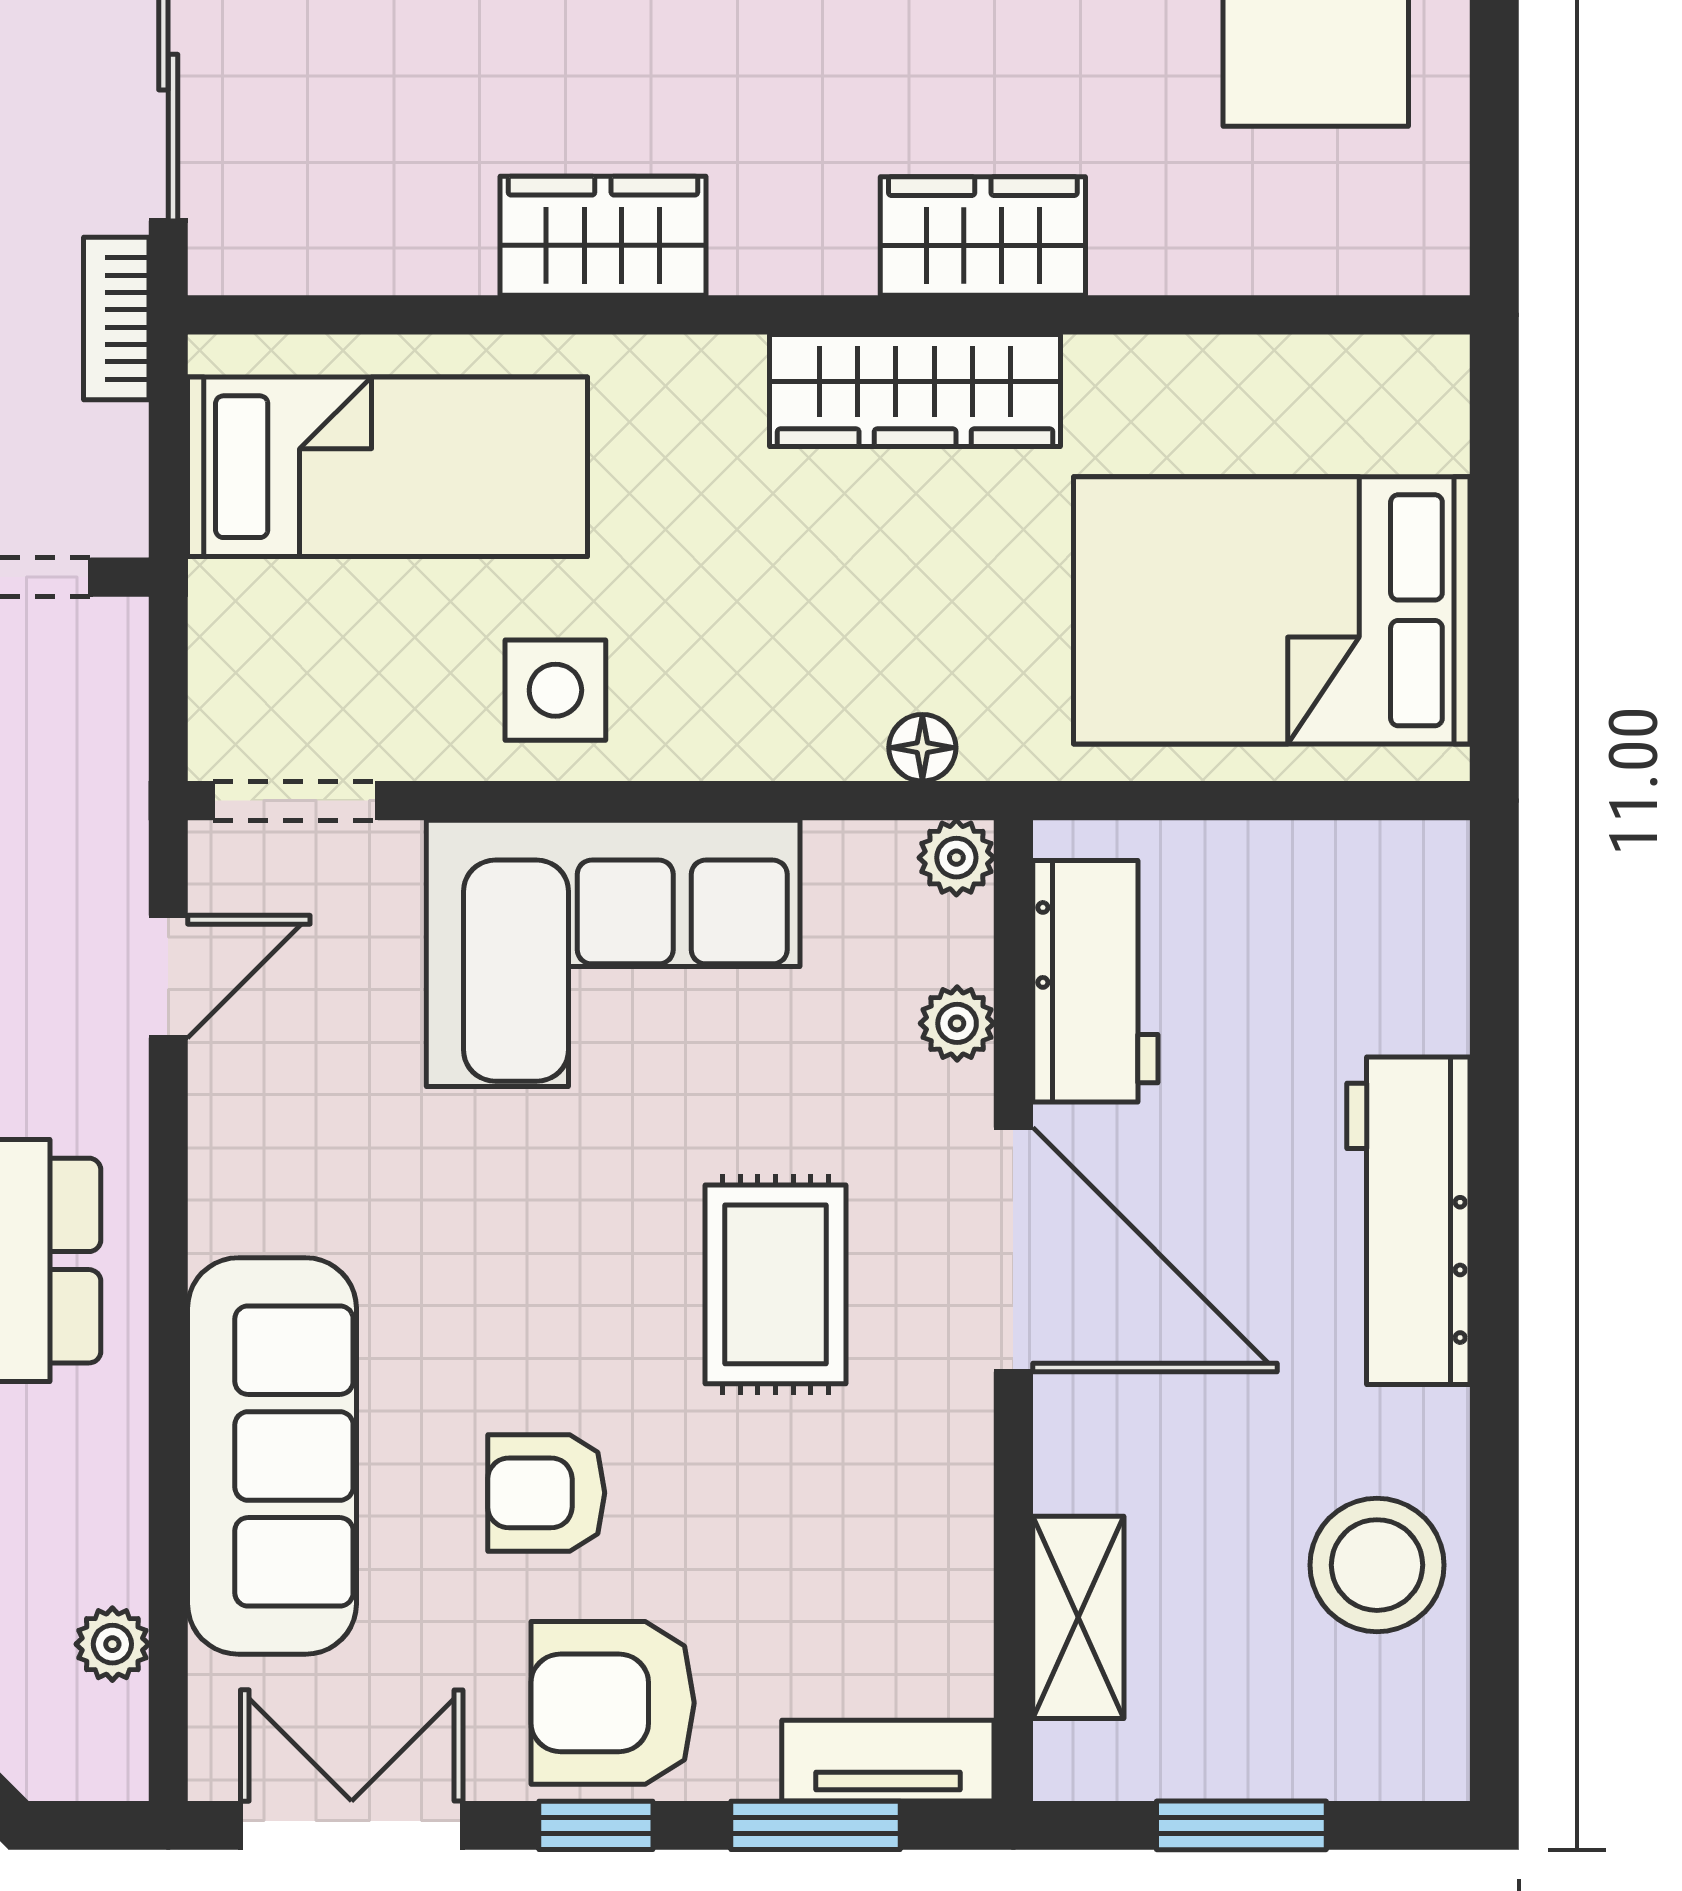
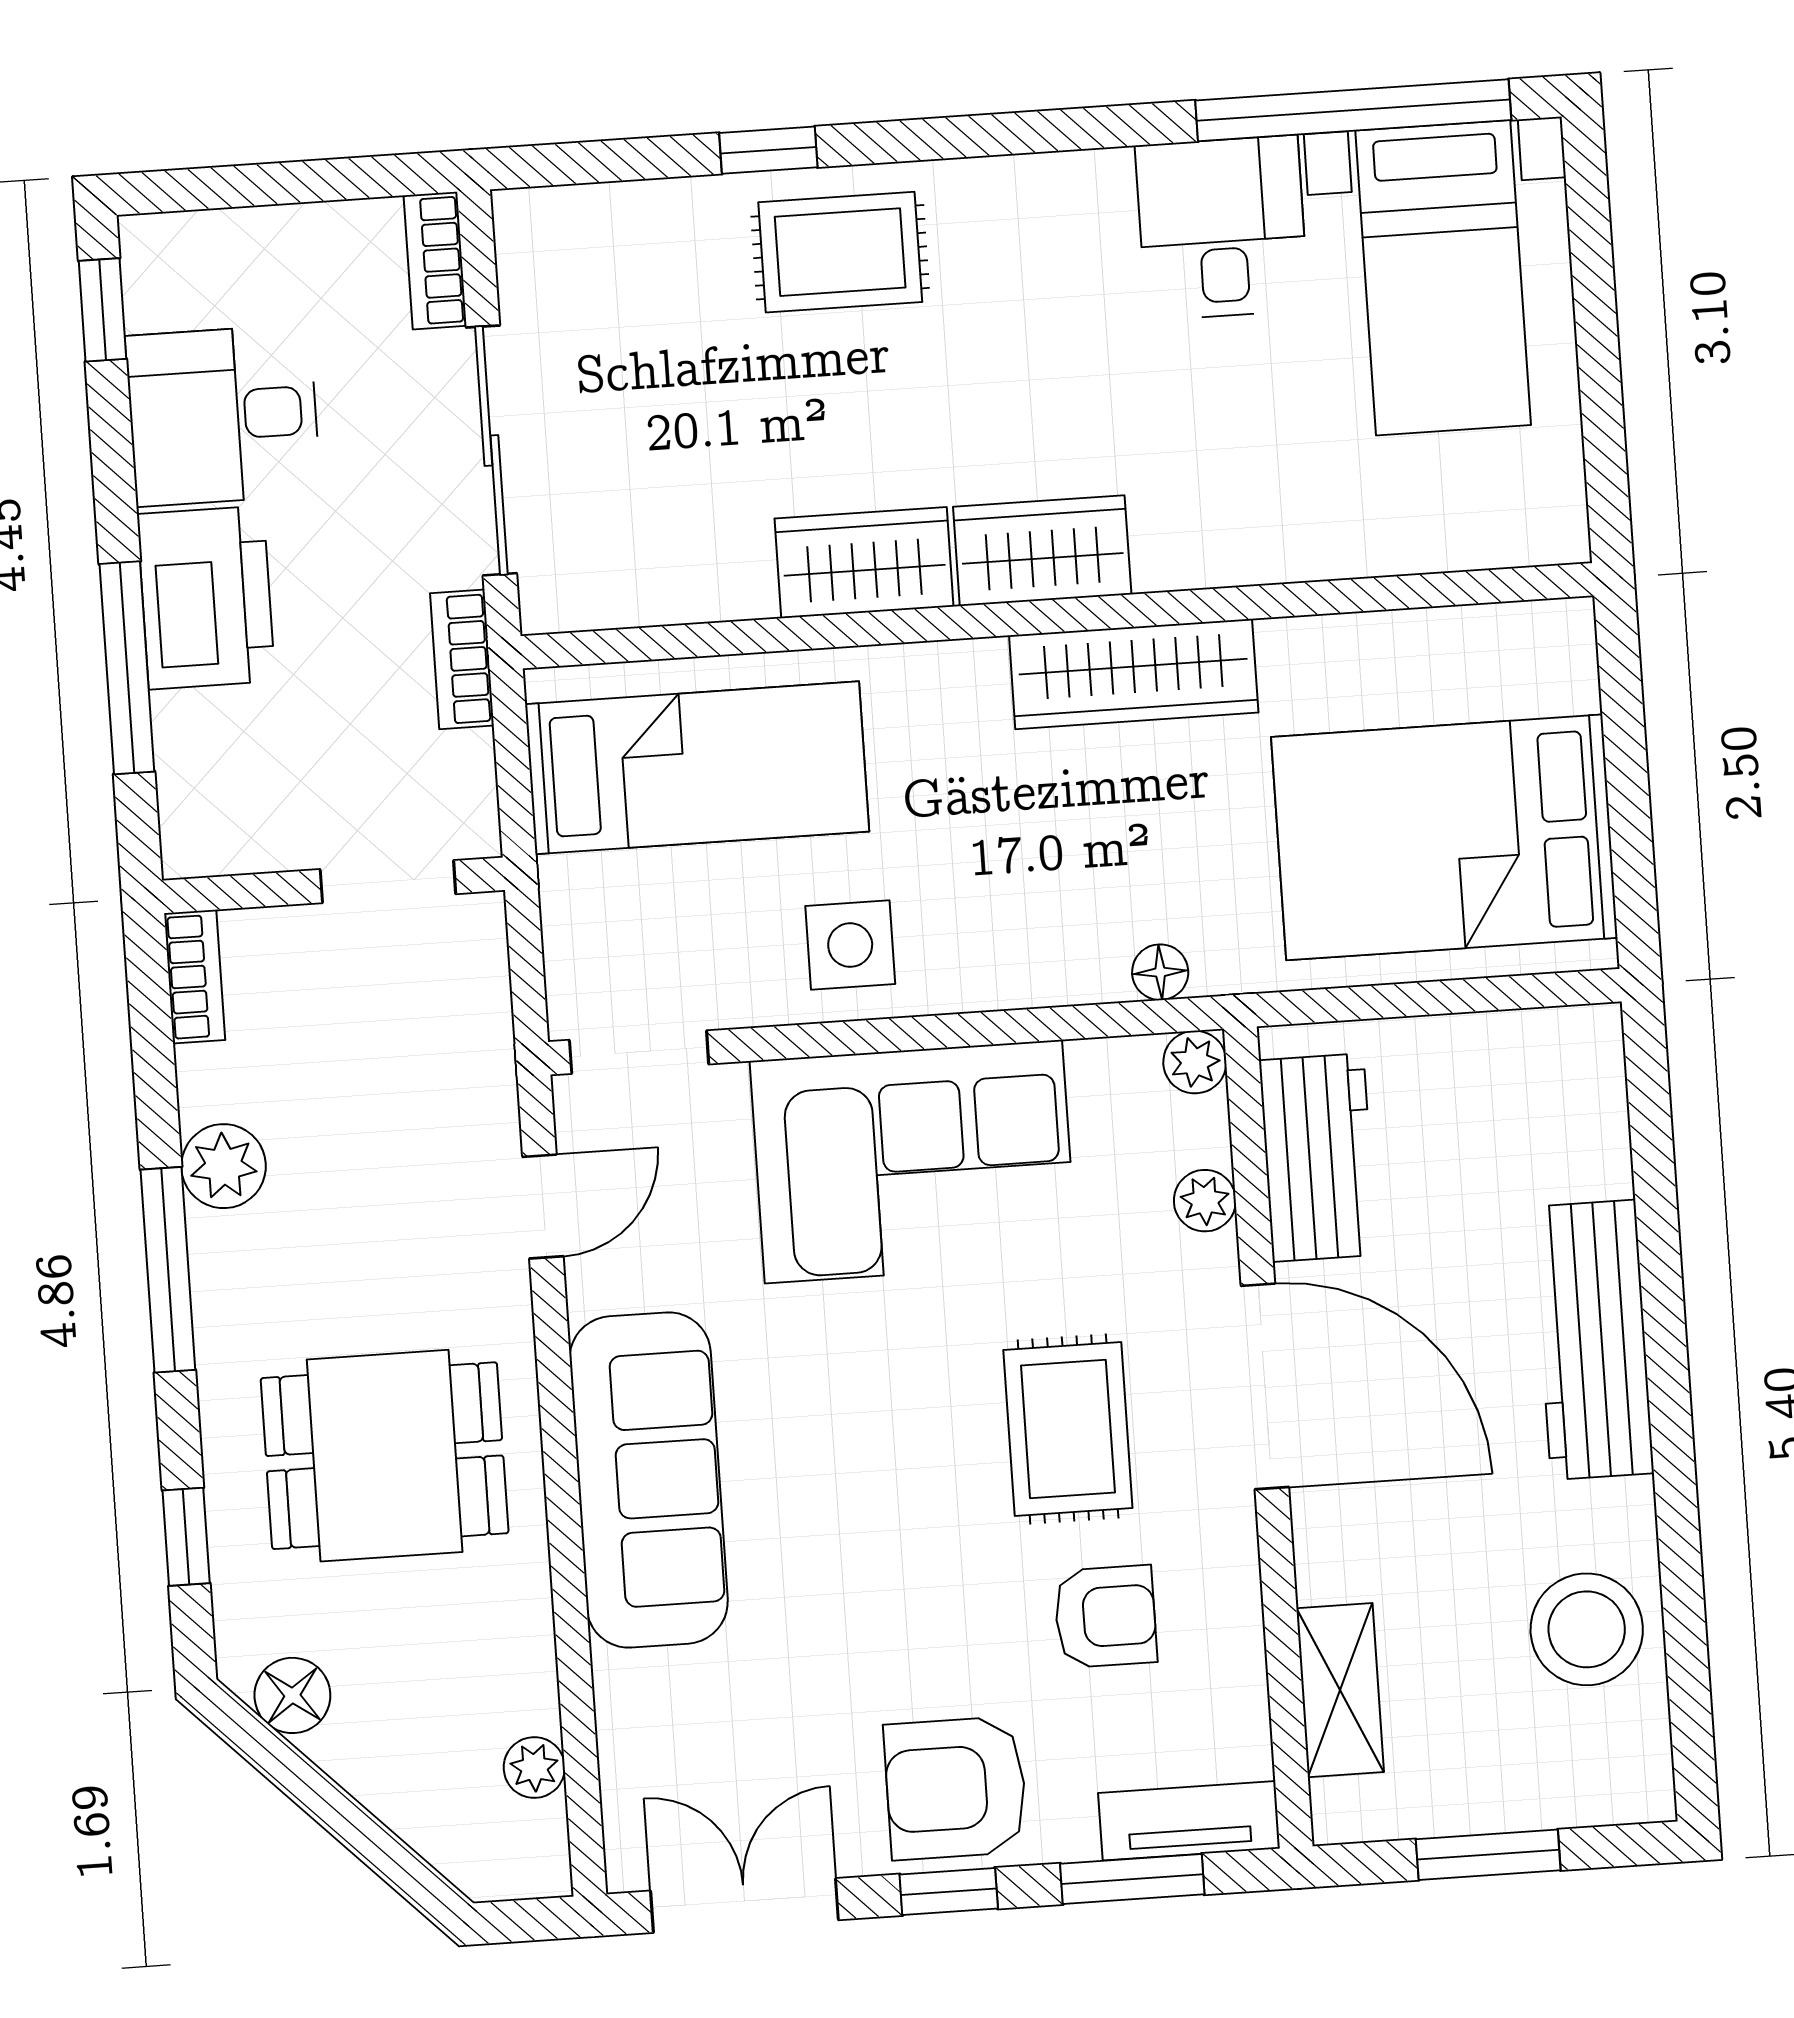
wardrobe: (983, 236) -> (1042, 551), moved
sofa: (272, 1456) -> (649, 1480), moved
armchair: (546, 1493) -> (1105, 1617), moved, turned 180

